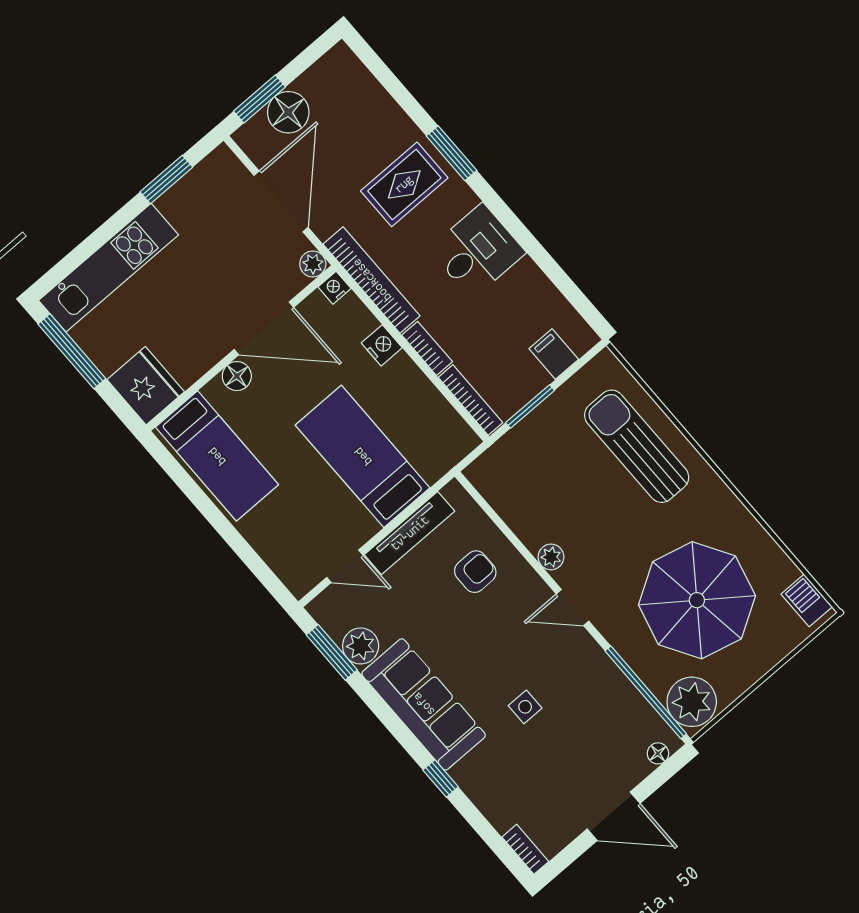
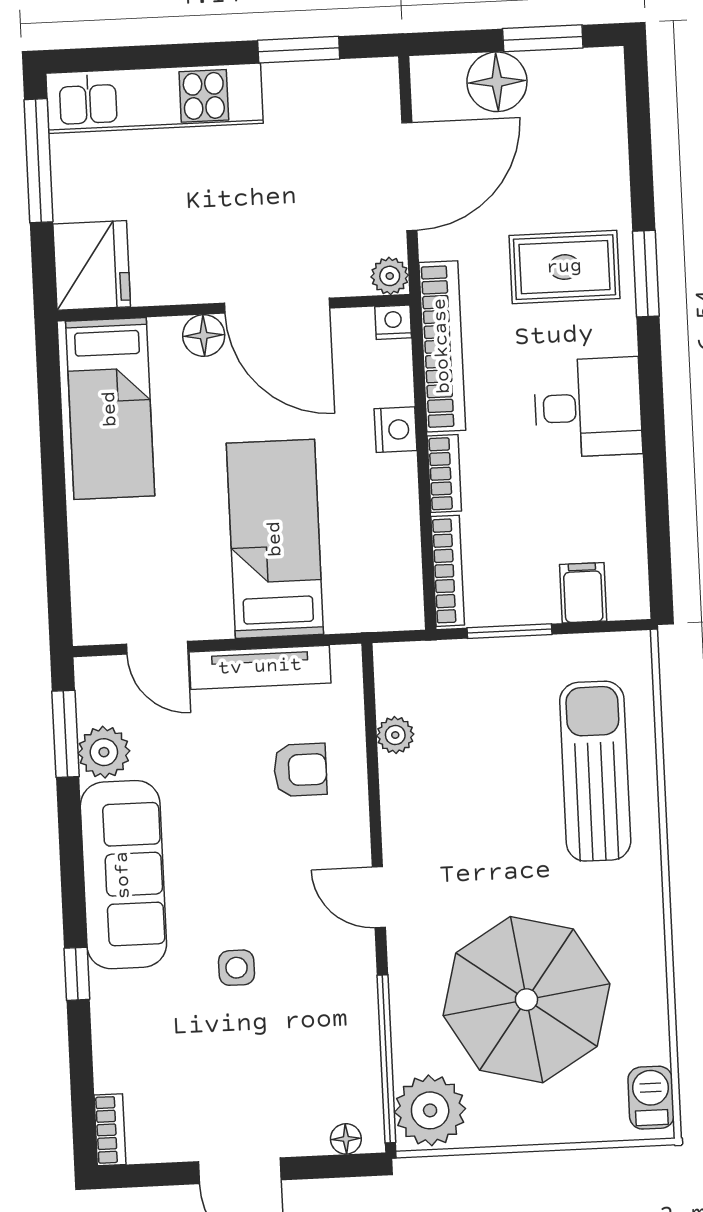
window: (260, 99) -> (543, 38), moved
plant: (551, 557) -> (395, 735), moved

